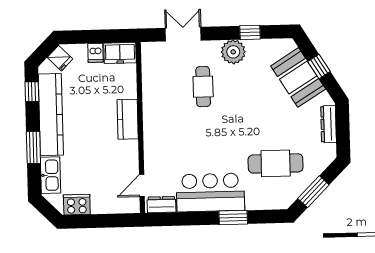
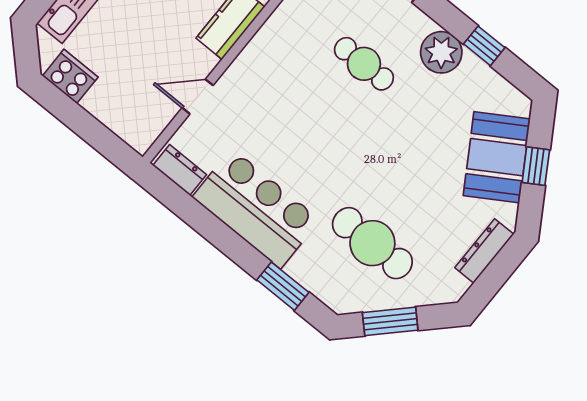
cafe table: (203, 87) -> (364, 64), turned 90
door: (142, 186) -> (198, 97), moved
window: (233, 217) -> (283, 286), moved

